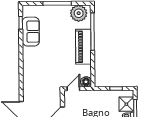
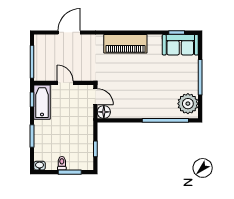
sofa: (31, 32) -> (180, 45), moved
piano: (83, 47) -> (125, 44), moved, turned 180
shower: (126, 104) -> (76, 161), removed

